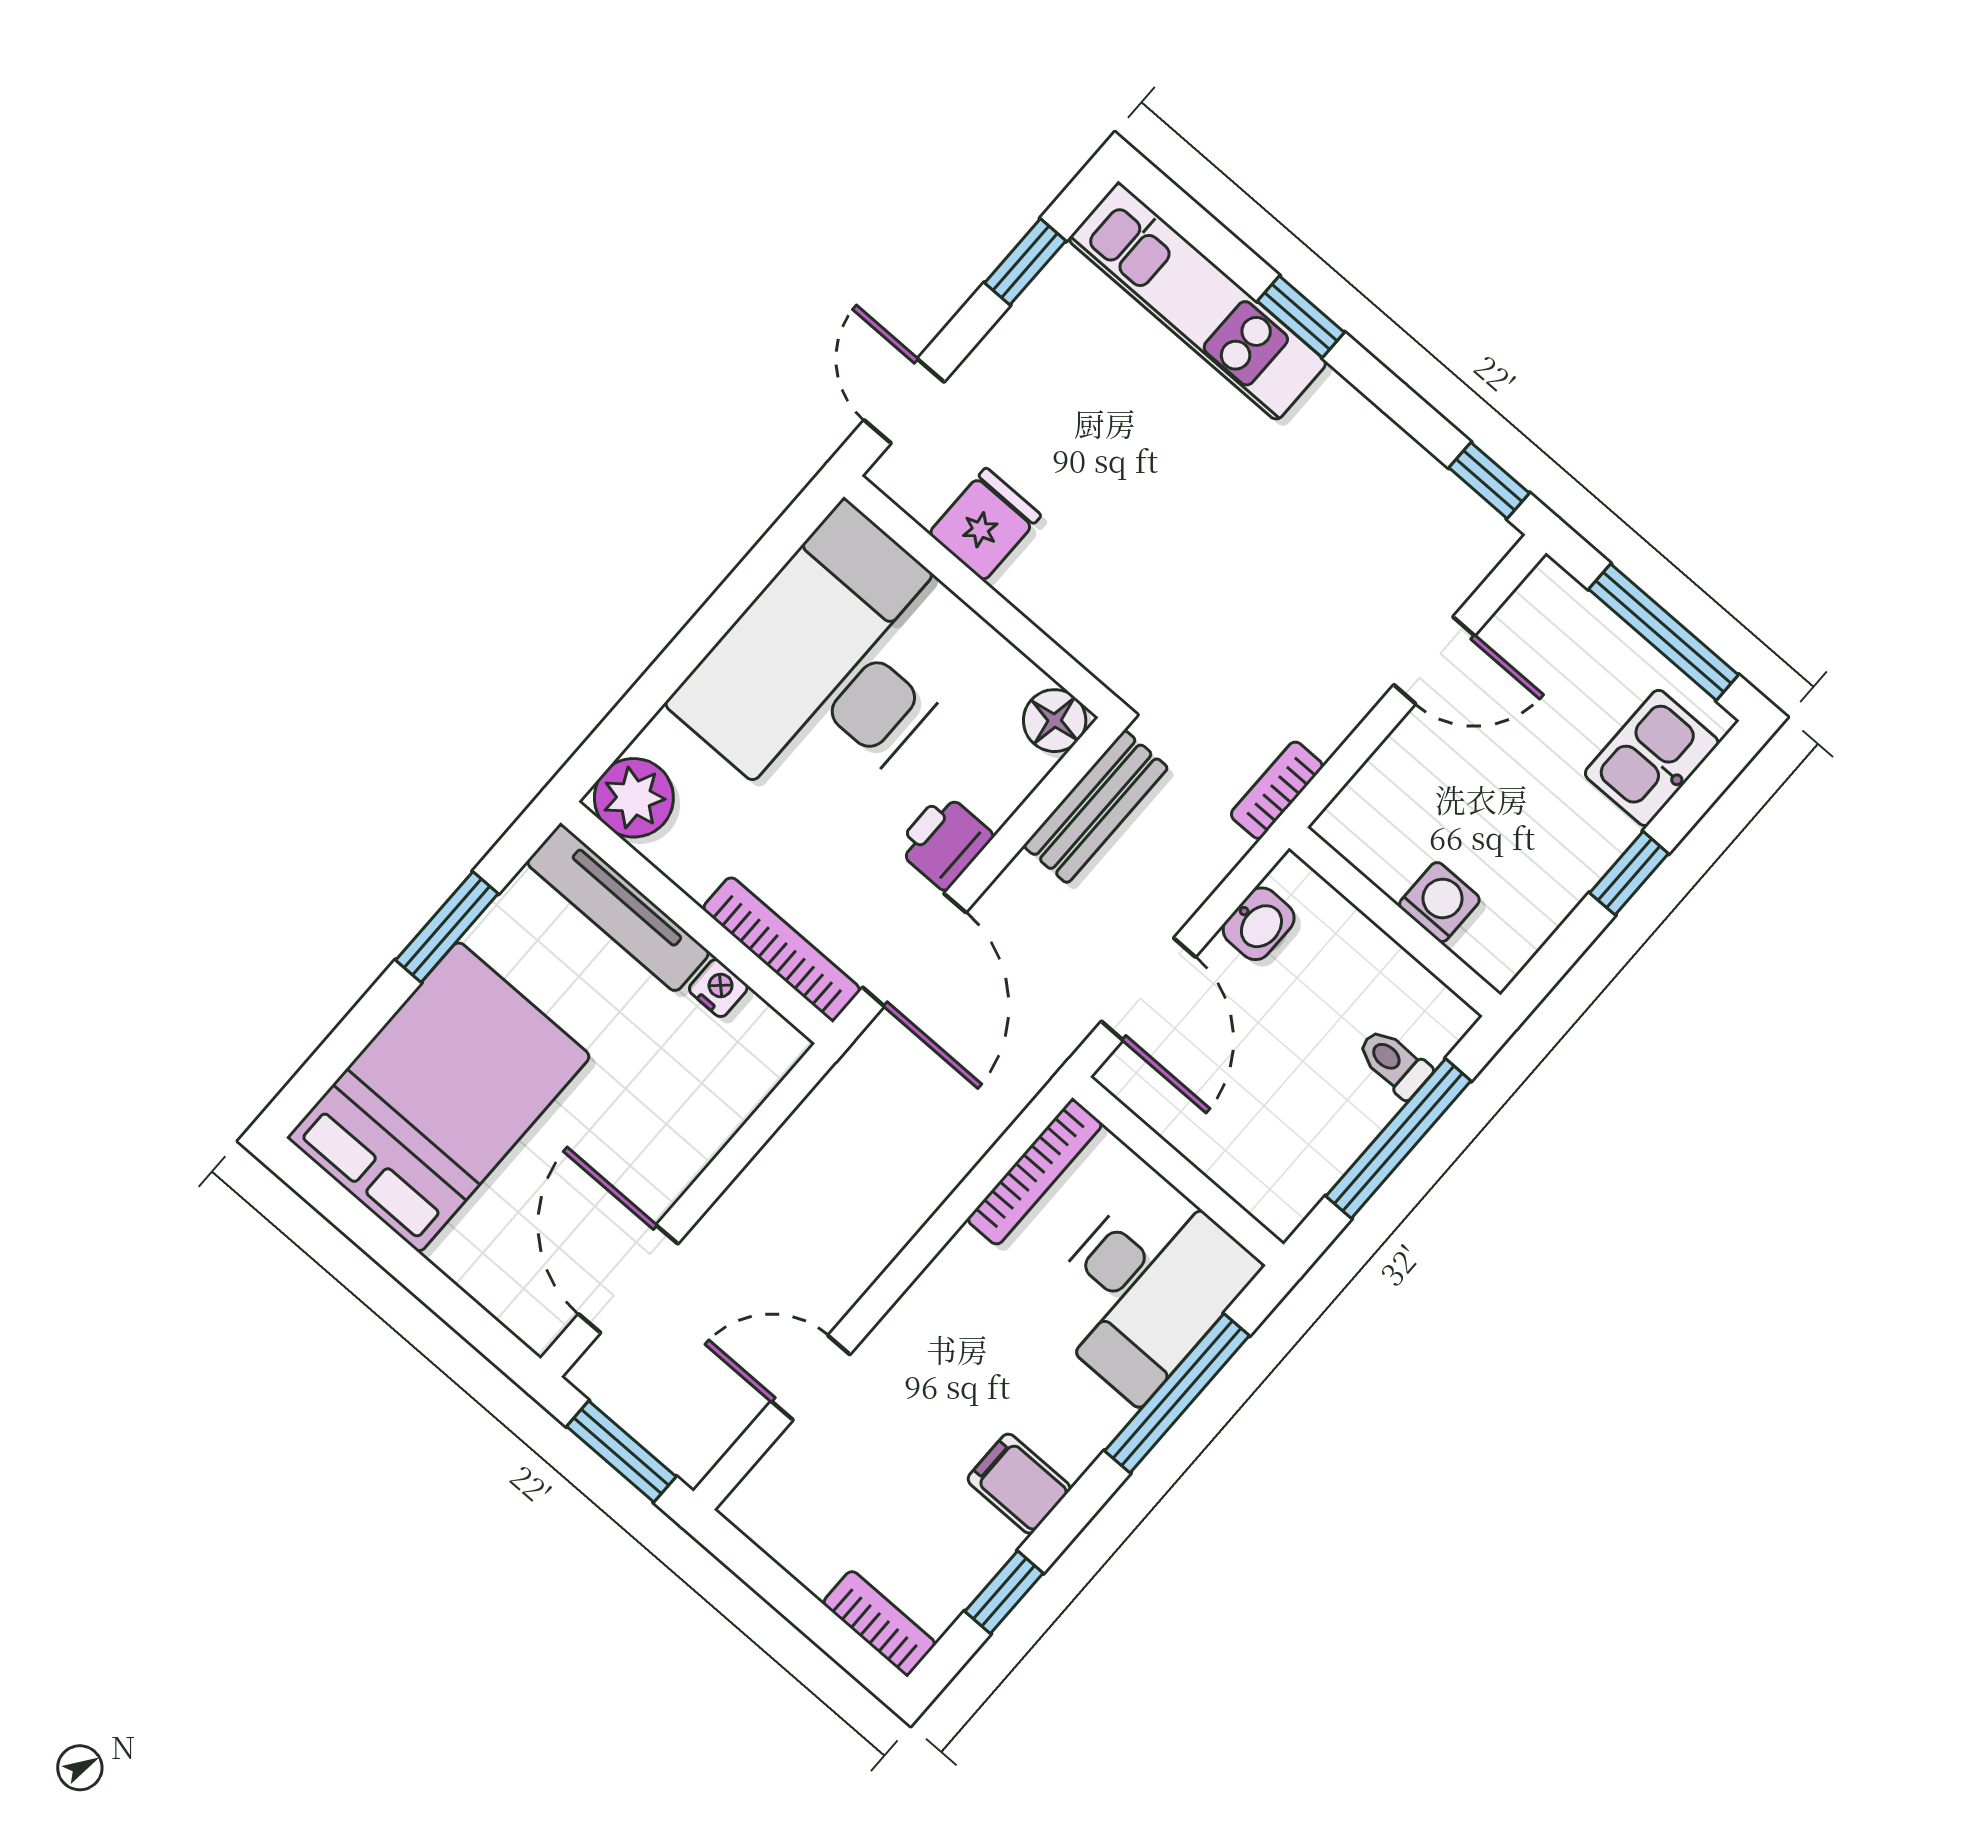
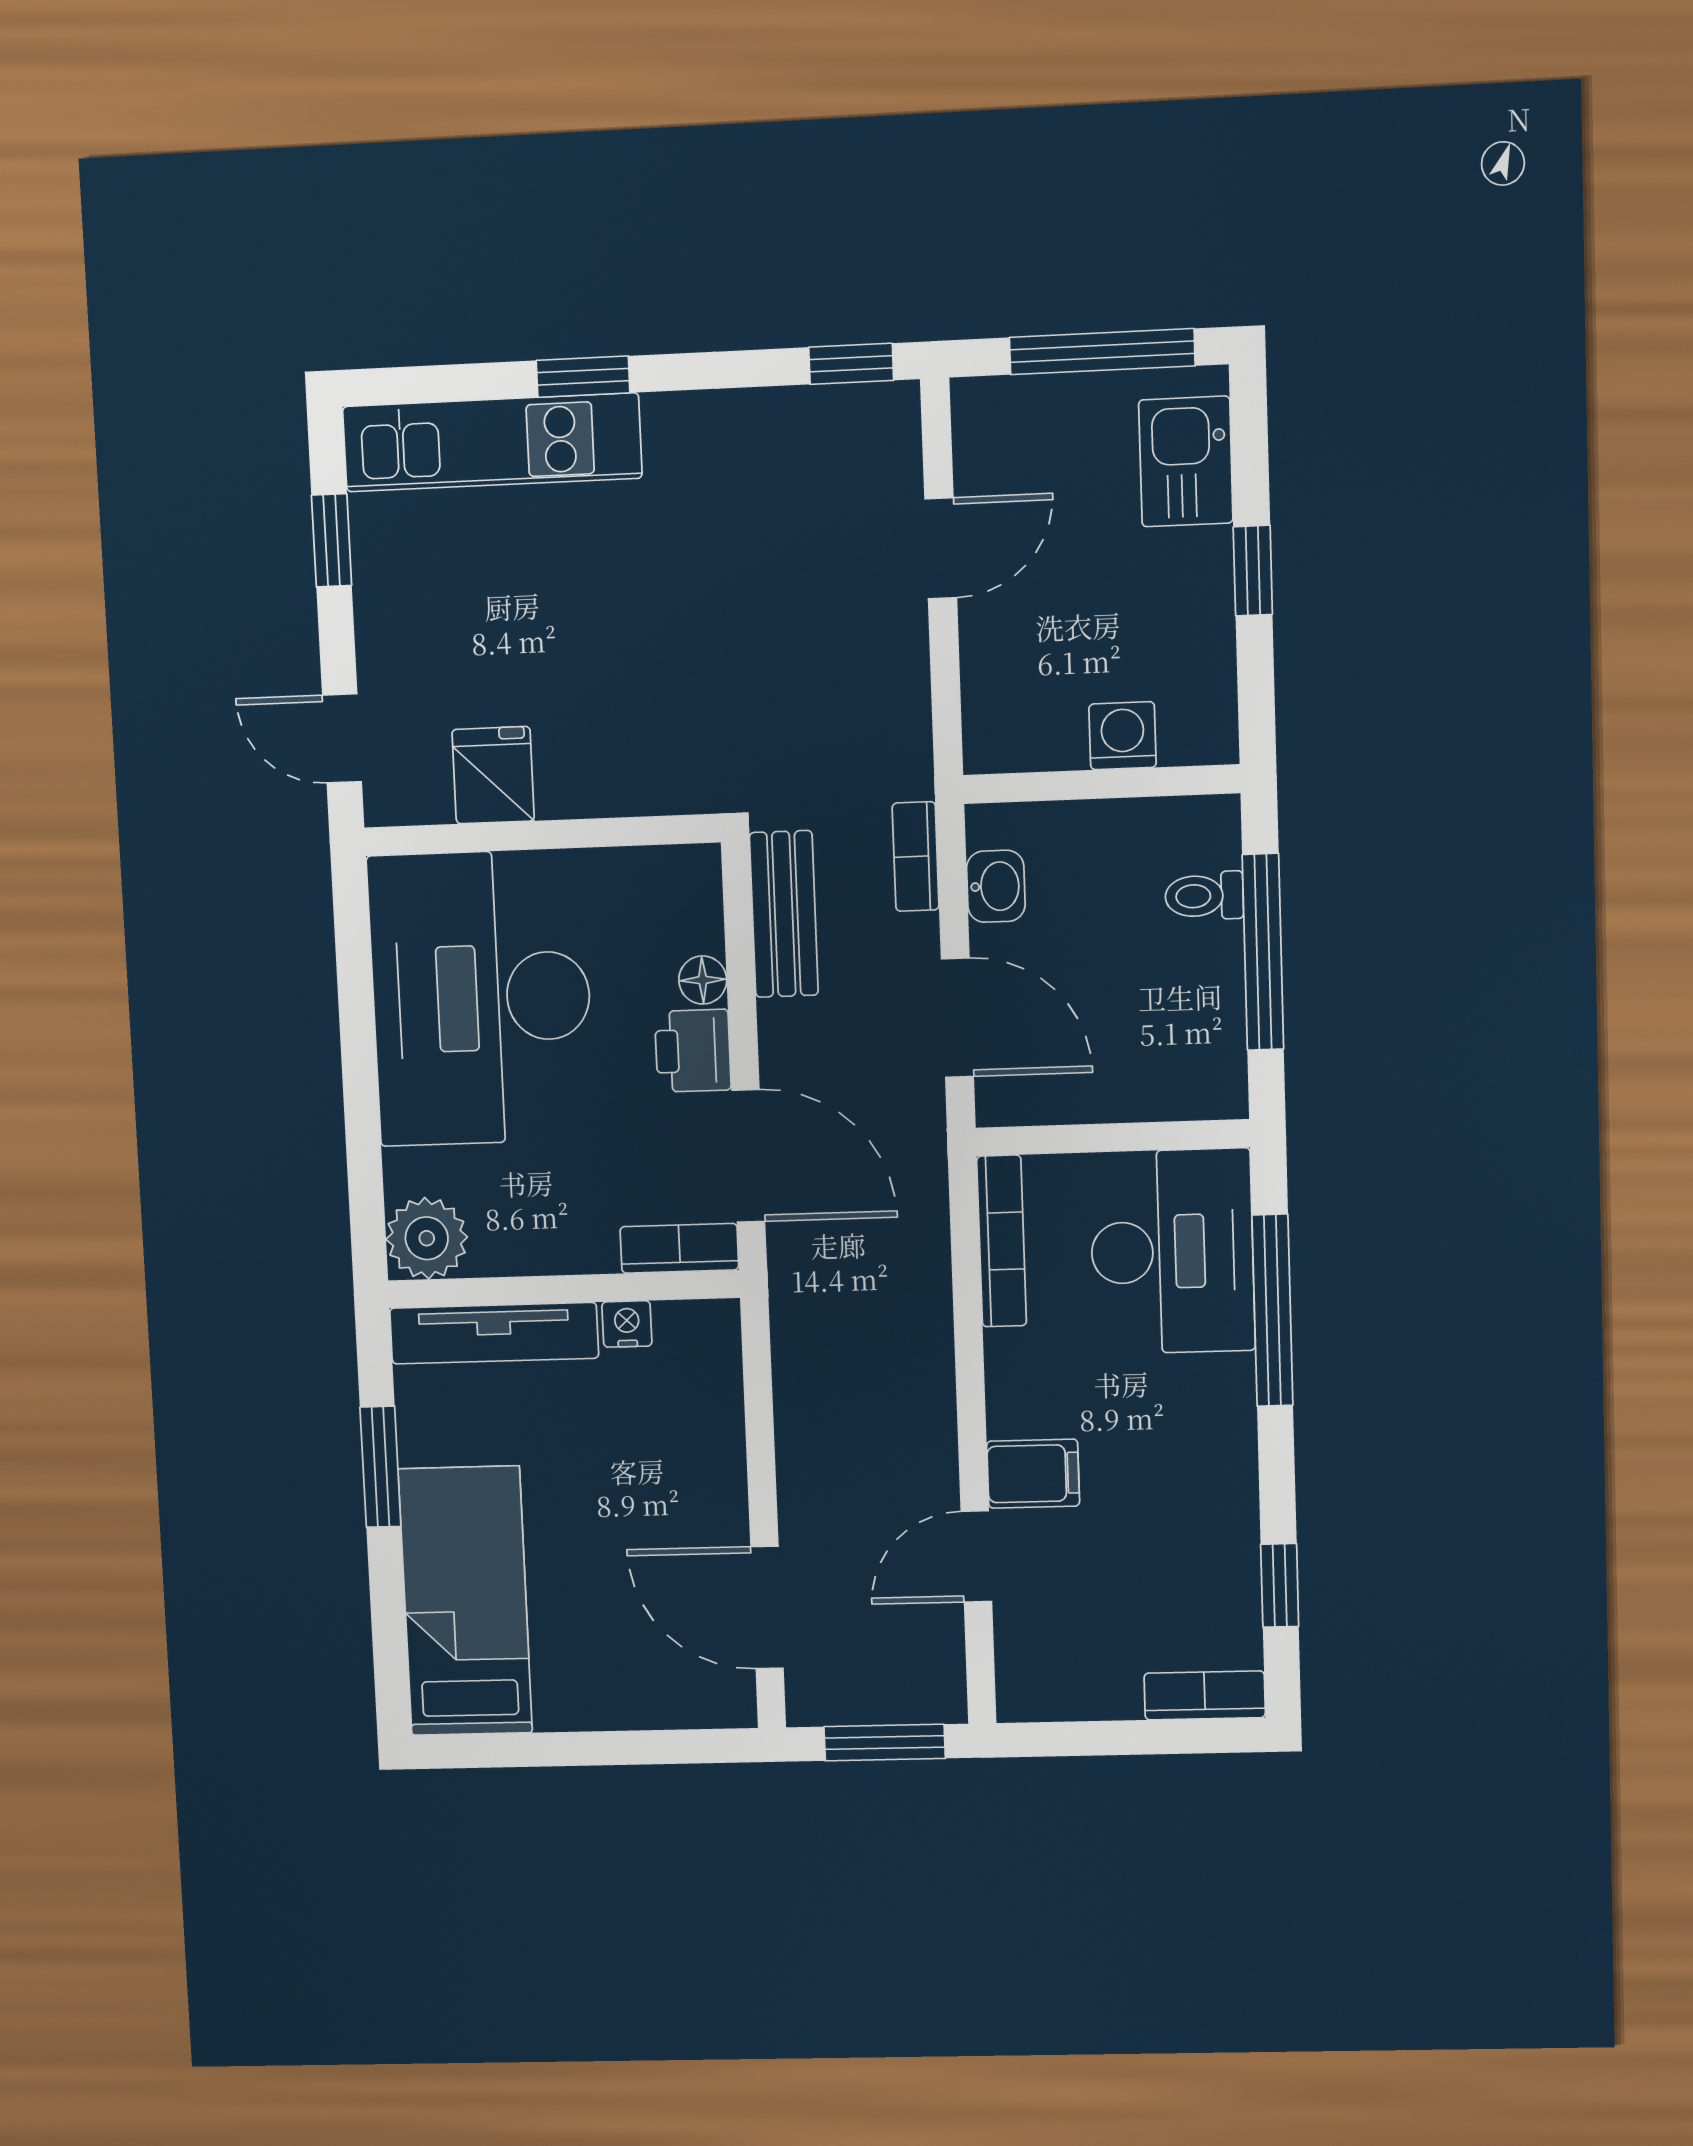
floor lamp: (1055, 721) -> (703, 980), moved, width x0.73, depth x0.73
bookcase: (1277, 790) -> (916, 856), moved
bookcase: (782, 949) -> (679, 1248), width x0.64
bed: (439, 1097) -> (465, 1601), width x0.67
filing cabinet: (1019, 1484) -> (1033, 1474), moved, turned 180

